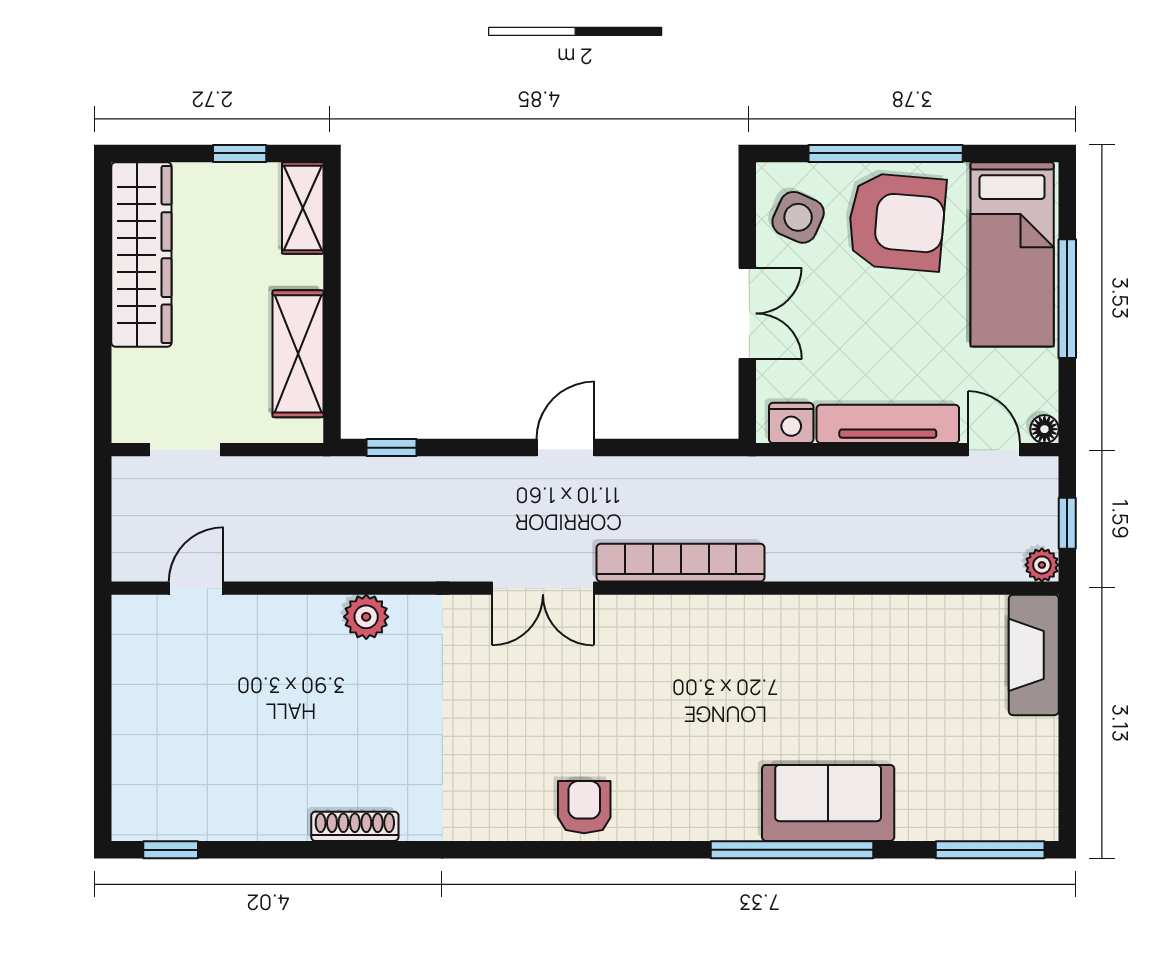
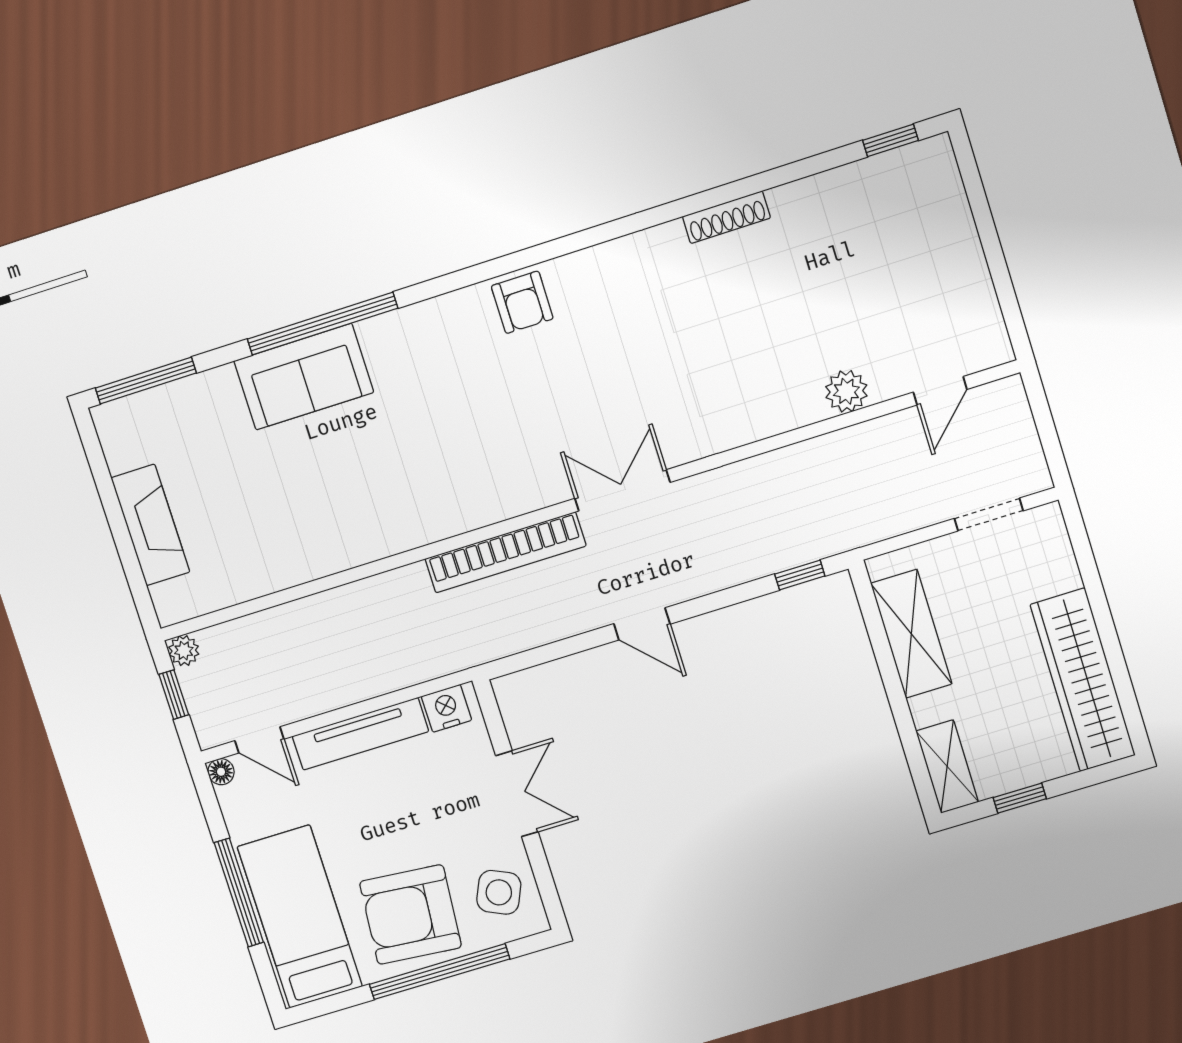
double door: (747, 313) -> (517, 794), swing flipped
door: (565, 448) -> (642, 624), hinge flipped
plant: (366, 617) -> (846, 391), moved
fireplace: (1034, 655) -> (150, 525), moved

